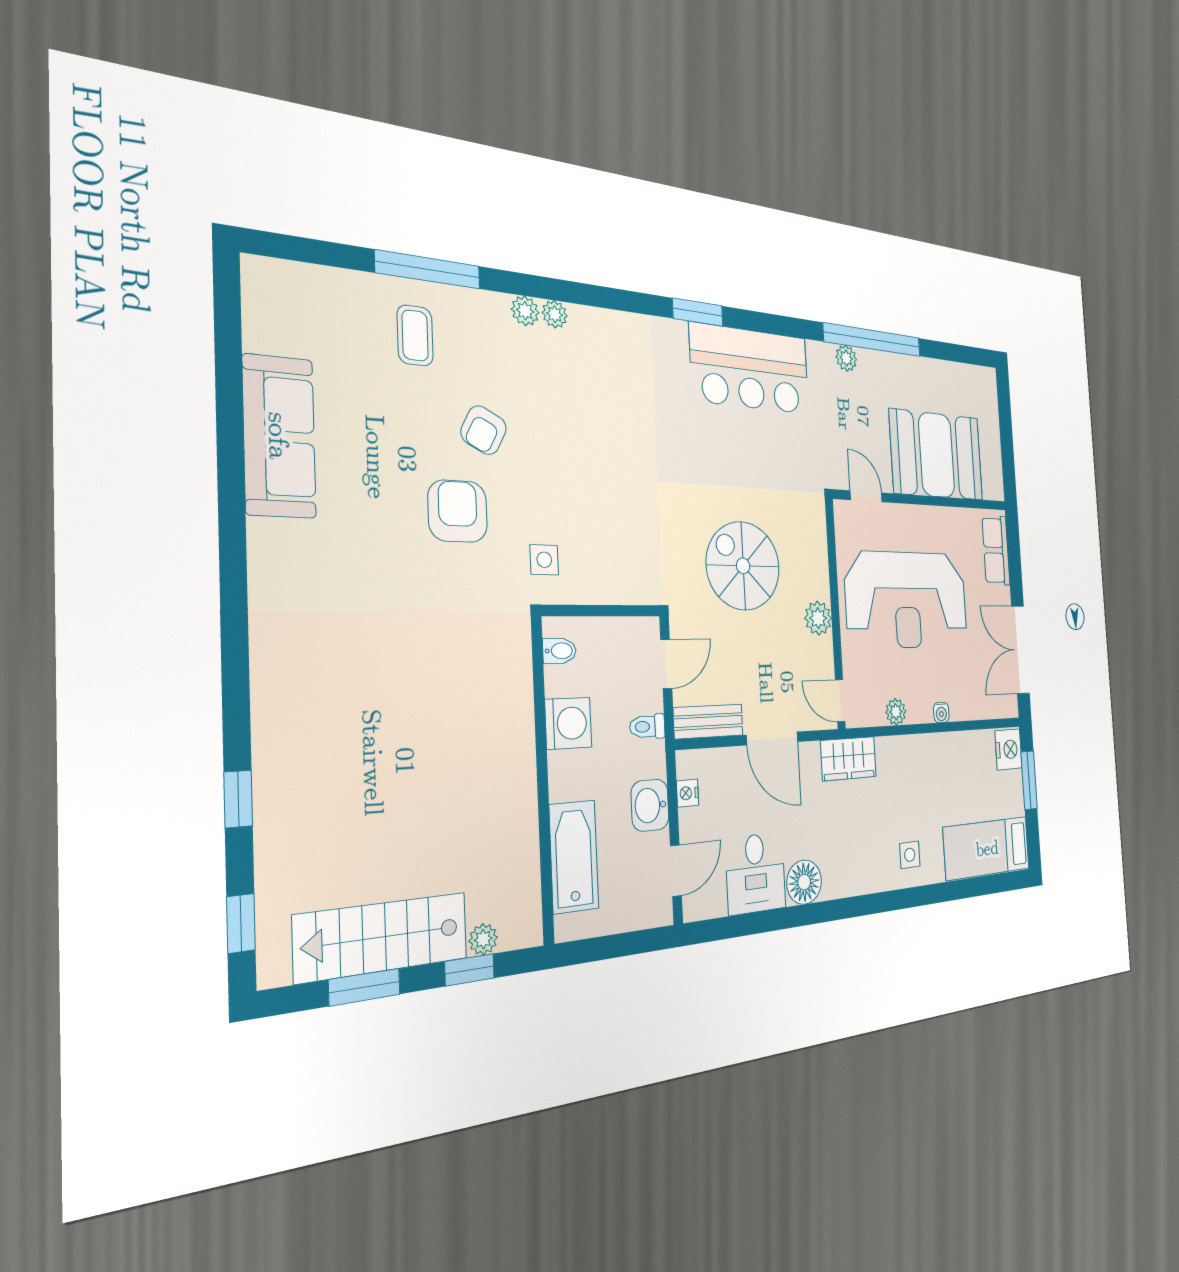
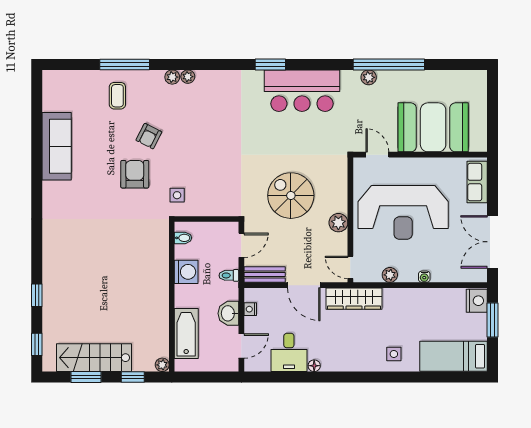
wardrobe: (849, 759) -> (354, 299), width x1.50
floor lamp: (804, 882) -> (314, 366), width x0.53, depth x0.53
plant: (483, 939) -> (162, 365), moved

